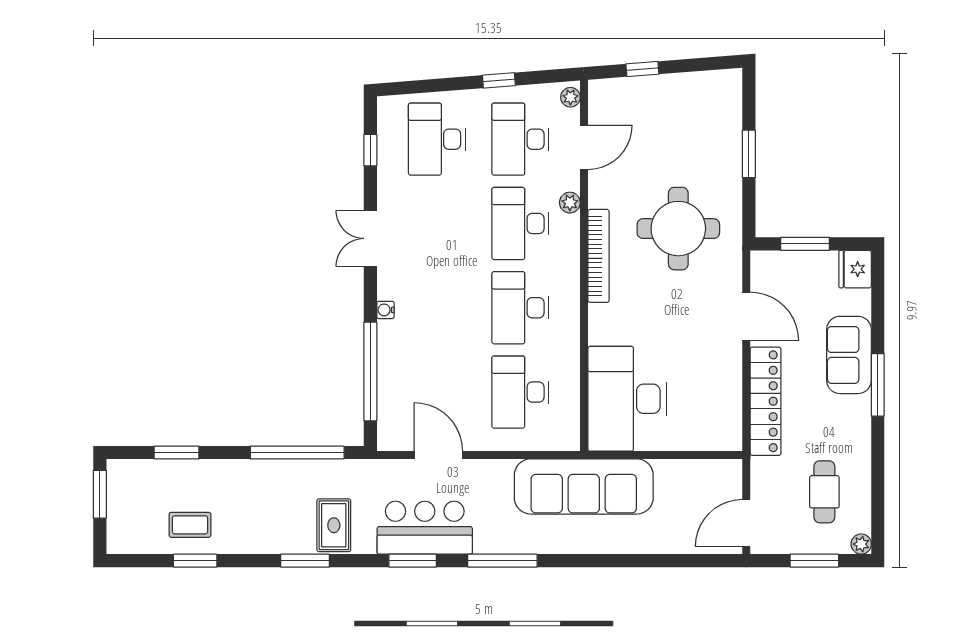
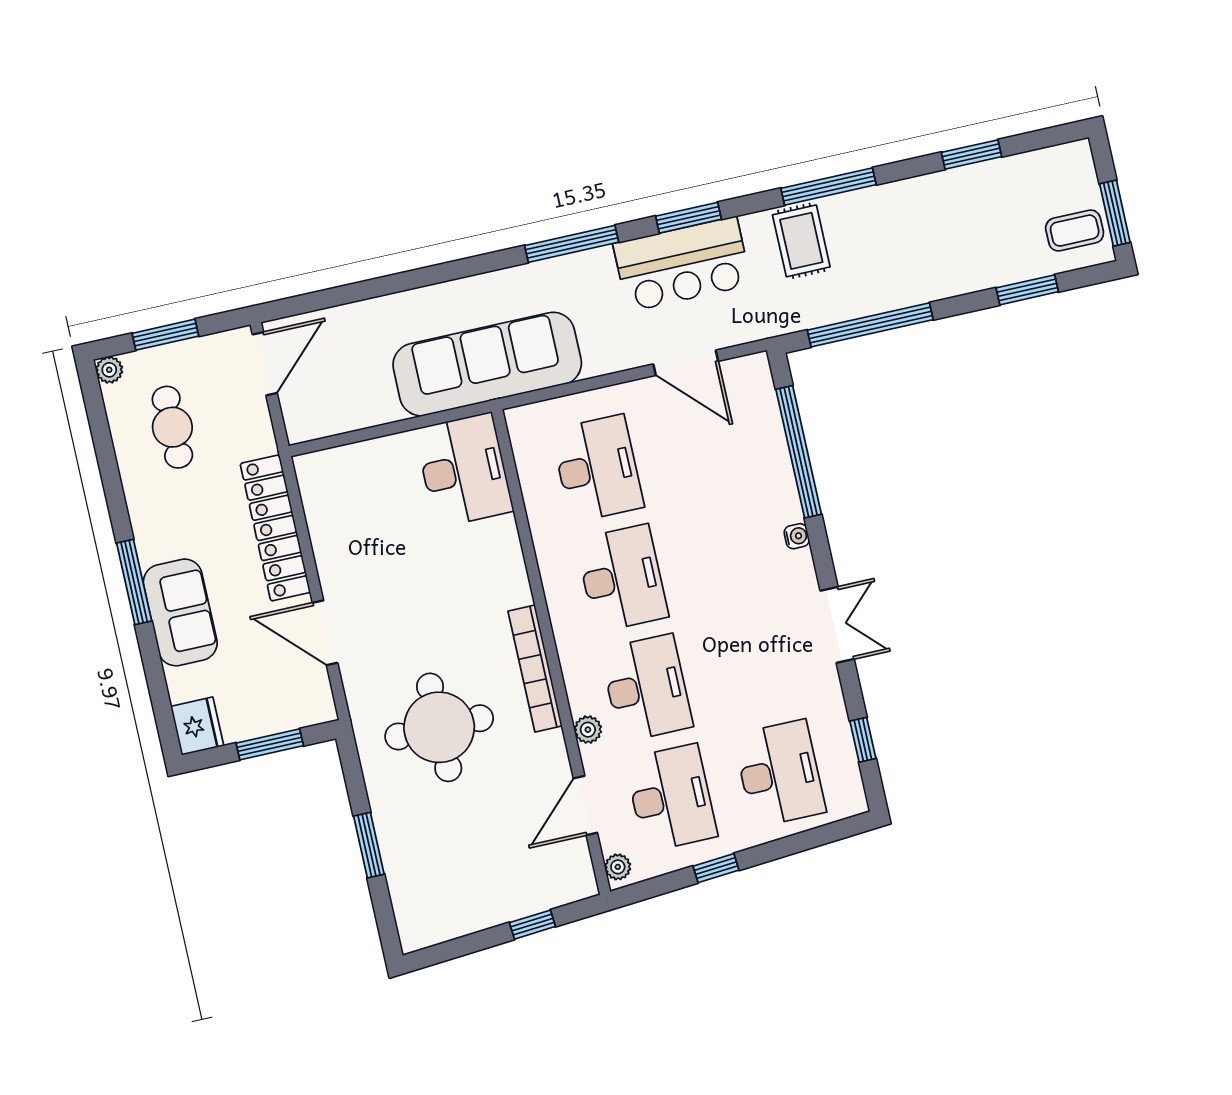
desk: (627, 399) -> (464, 470), width x0.73, depth x0.77
coffee table: (190, 525) -> (1075, 231), moved
window: (305, 561) -> (829, 186), width x1.44

